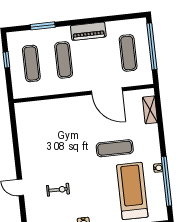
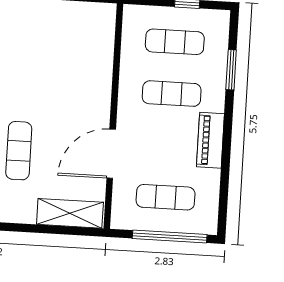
shelving: (150, 110) -> (70, 213), width x1.50, depth x1.33

